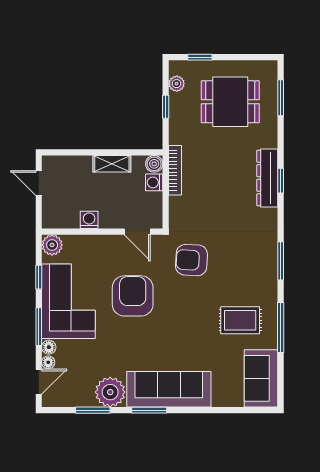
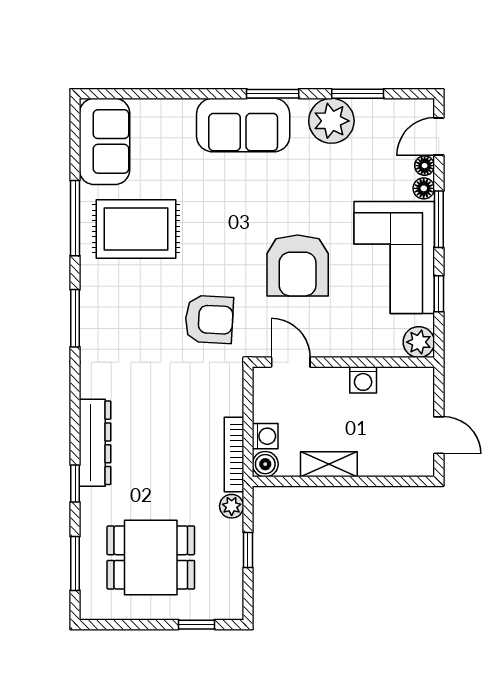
plant: (177, 84) -> (232, 506), moved
window: (281, 181) -> (75, 484), moved
rug: (240, 320) -> (136, 229), width x1.36, depth x1.43
sofa: (169, 389) -> (243, 125), width x0.73

